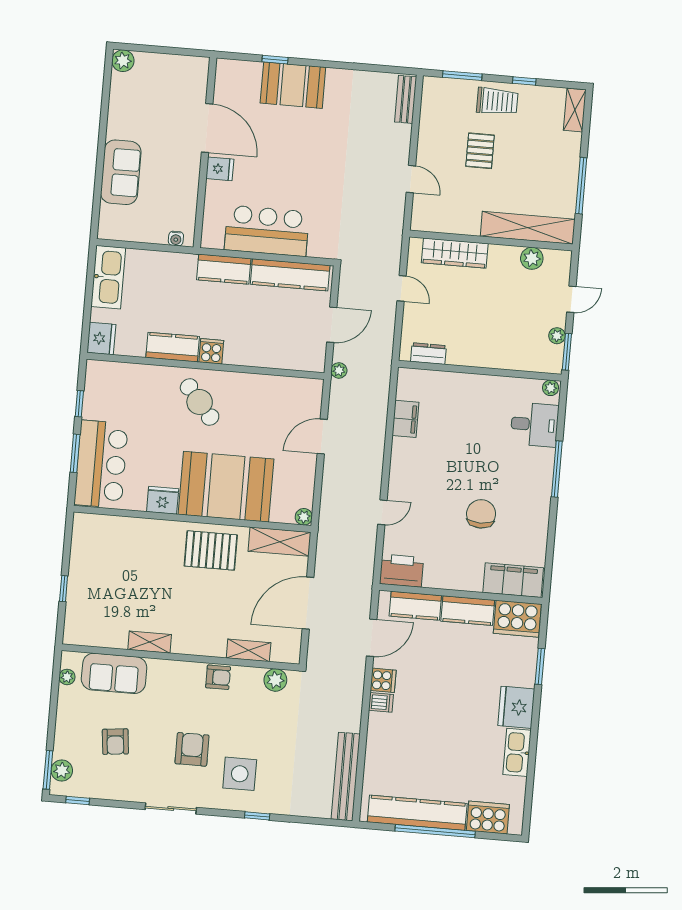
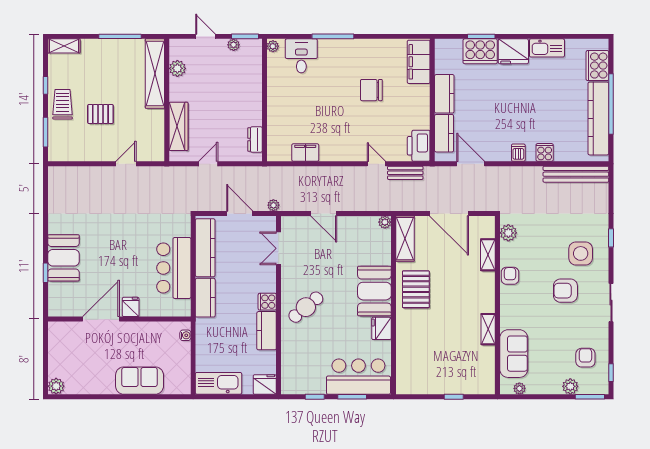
bench: (406, 99) -> (405, 173), moved
double door: (281, 372) -> (279, 248), added
booth: (226, 487) -> (374, 291), width x0.73, depth x0.70
cooker: (517, 619) -> (480, 51), moved, turned 90
cooker: (383, 680) -> (545, 152), moved
armchair: (115, 742) -> (585, 358), moved, turned -84
plant: (62, 770) -> (570, 386), moved

